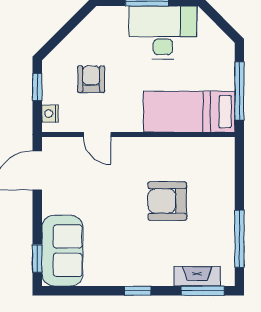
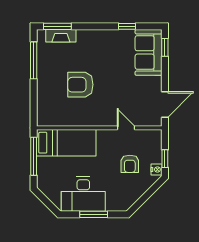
nightstand: (50, 114) -> (157, 169), moved
armchair: (167, 201) -> (80, 85), turned 180
window: (138, 291) -> (127, 26), moved

